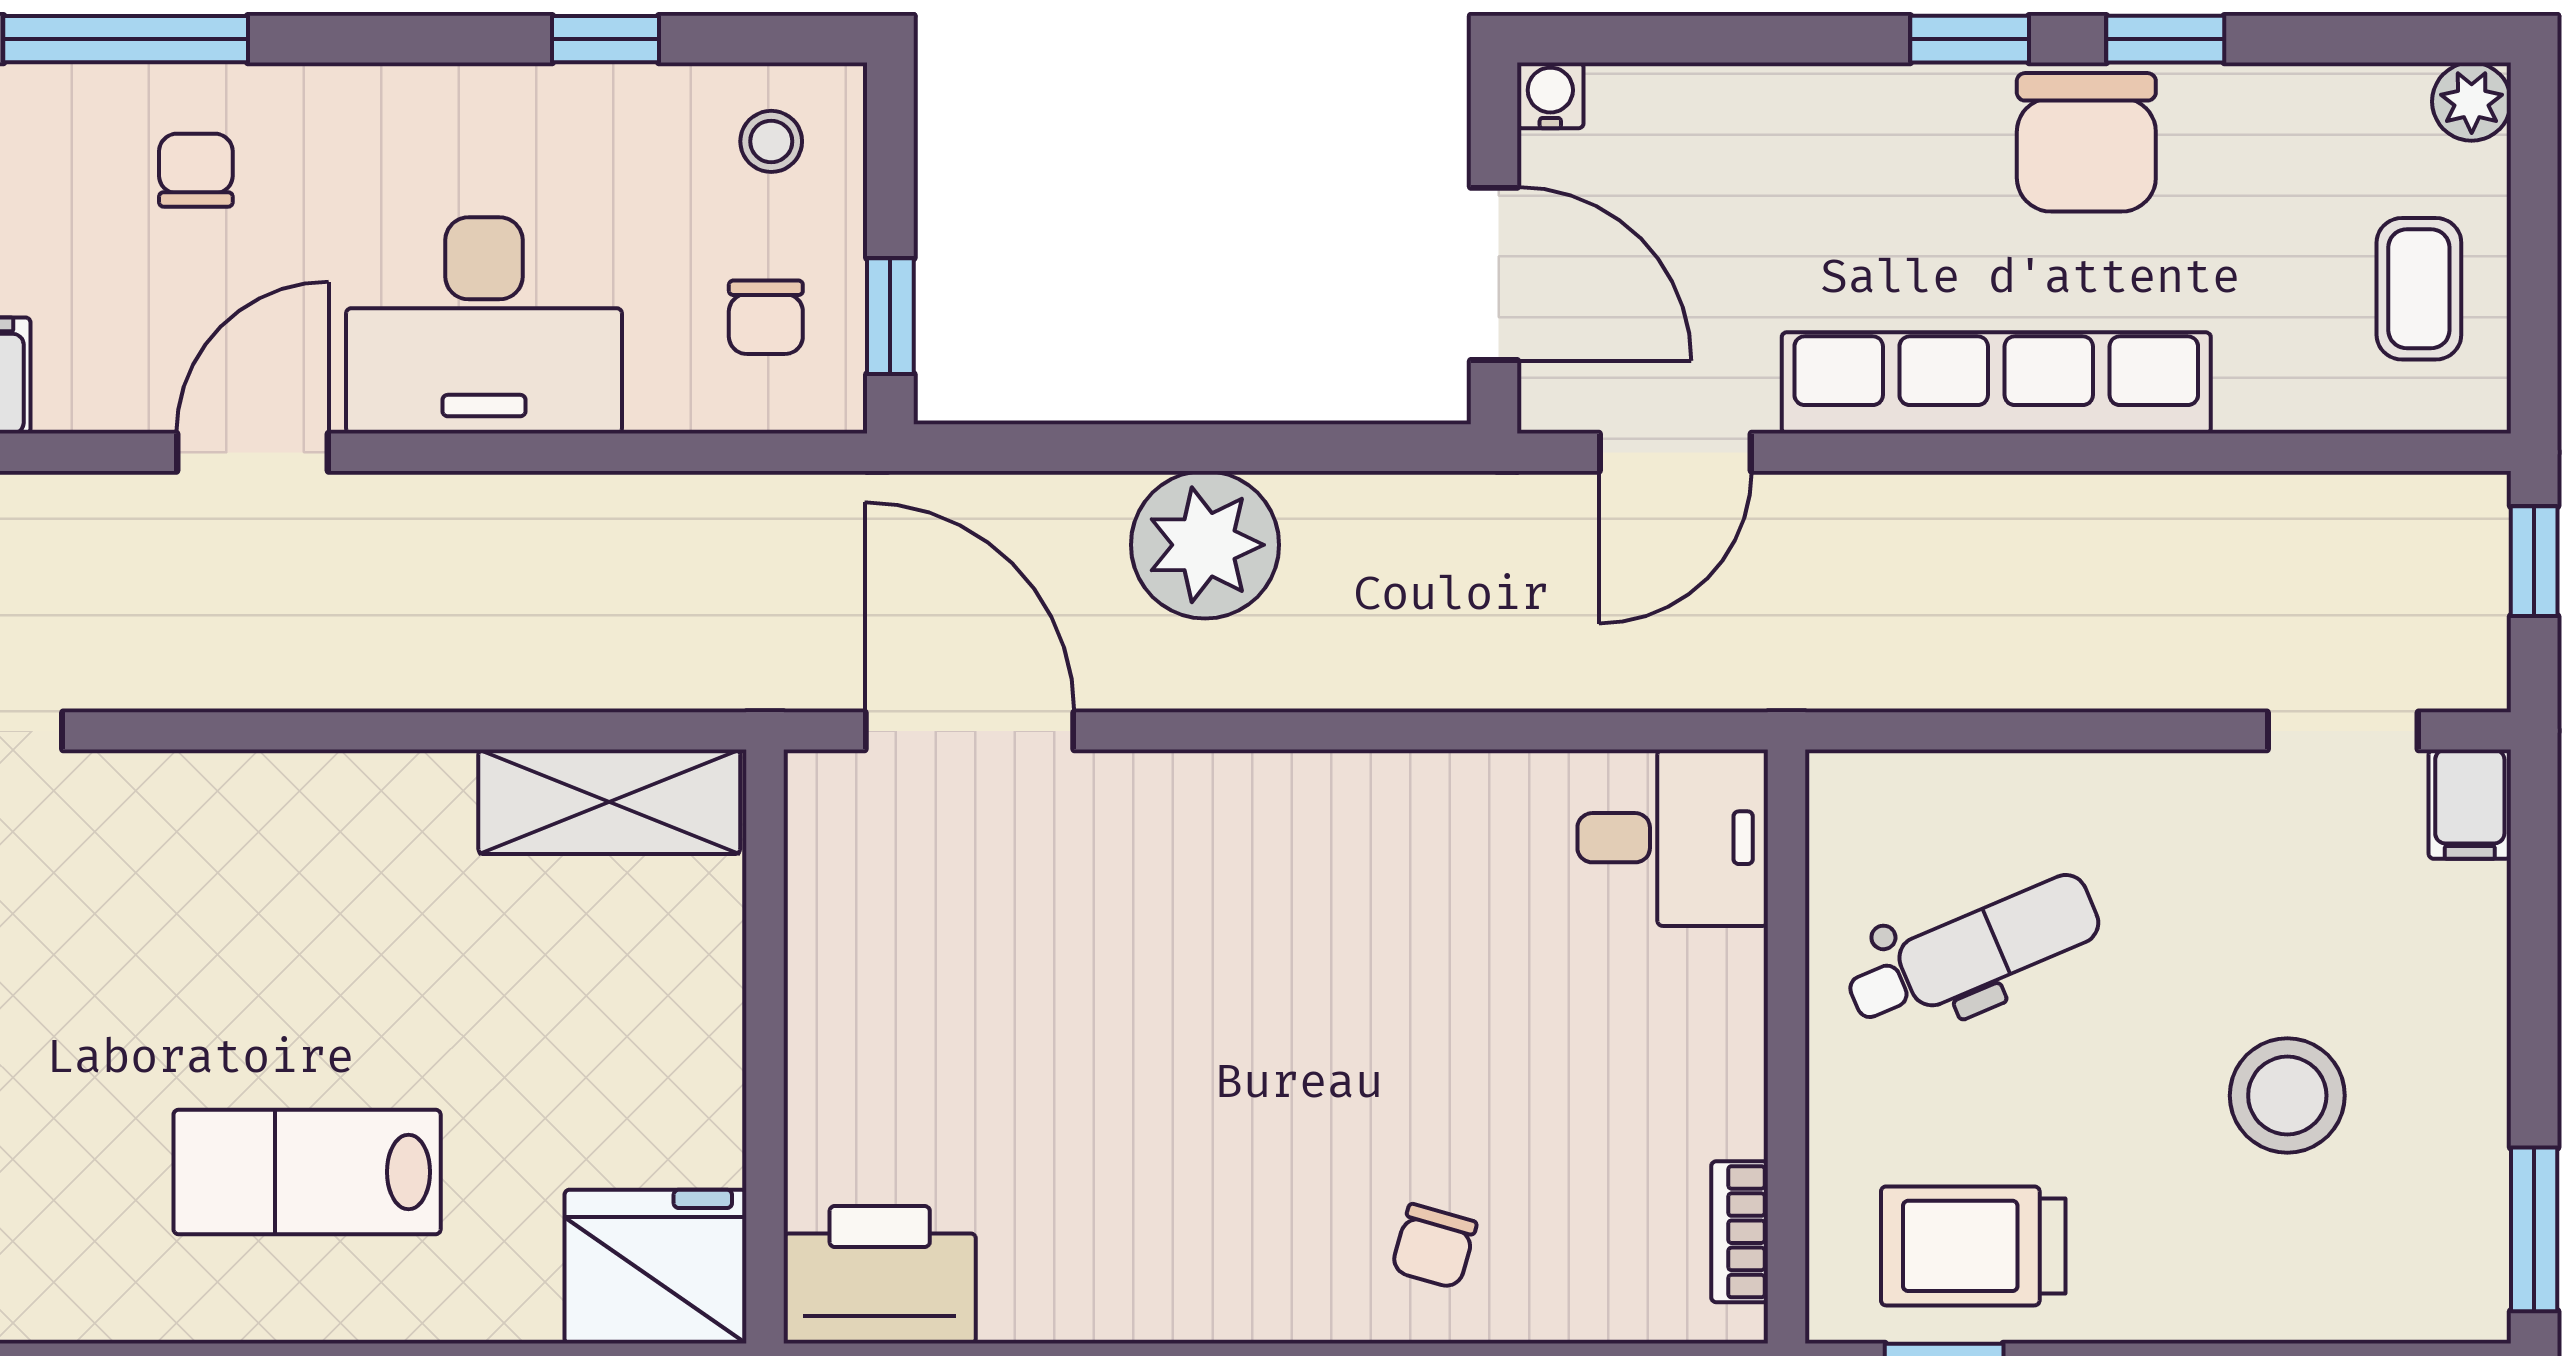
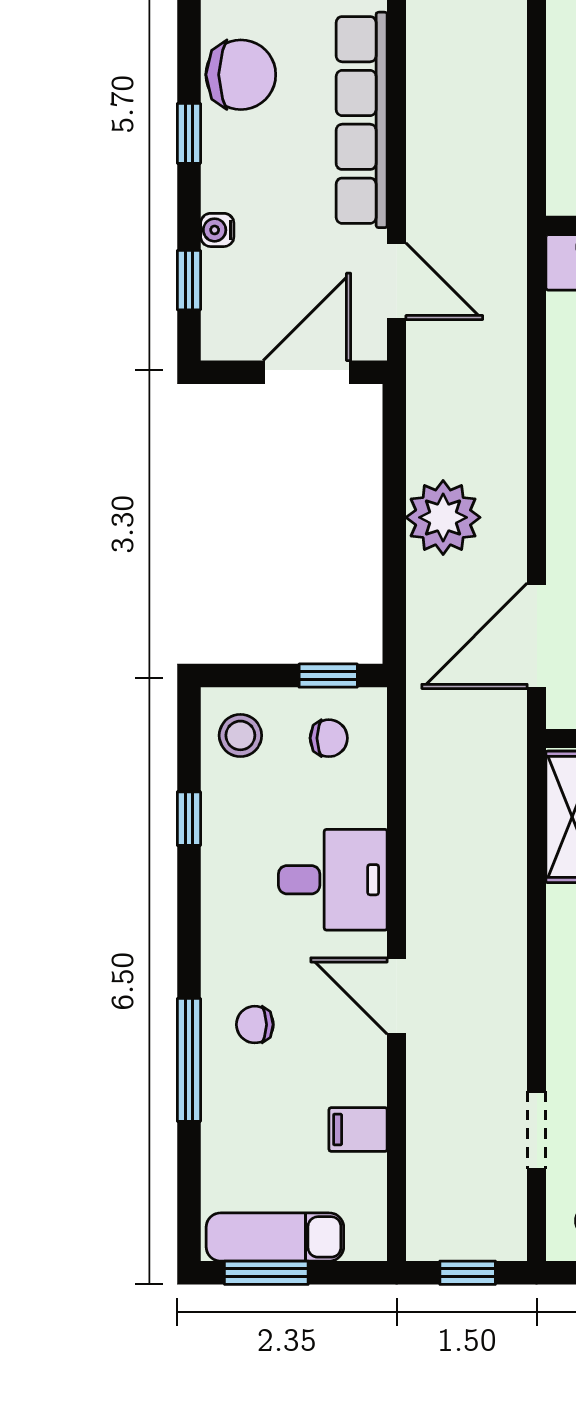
window: (2165, 39) -> (189, 280), moved
water cooler: (1550, 95) -> (217, 230), moved
stool: (771, 141) -> (240, 735), width x1.37, depth x1.37
desk: (484, 325) -> (333, 880), width x0.73

